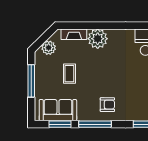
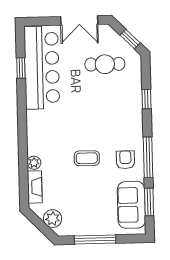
plant: (98, 39) -> (34, 163), width x0.53, depth x0.53
coffee table: (69, 74) -> (87, 158), moved
armchair: (107, 105) -> (125, 160), moved

